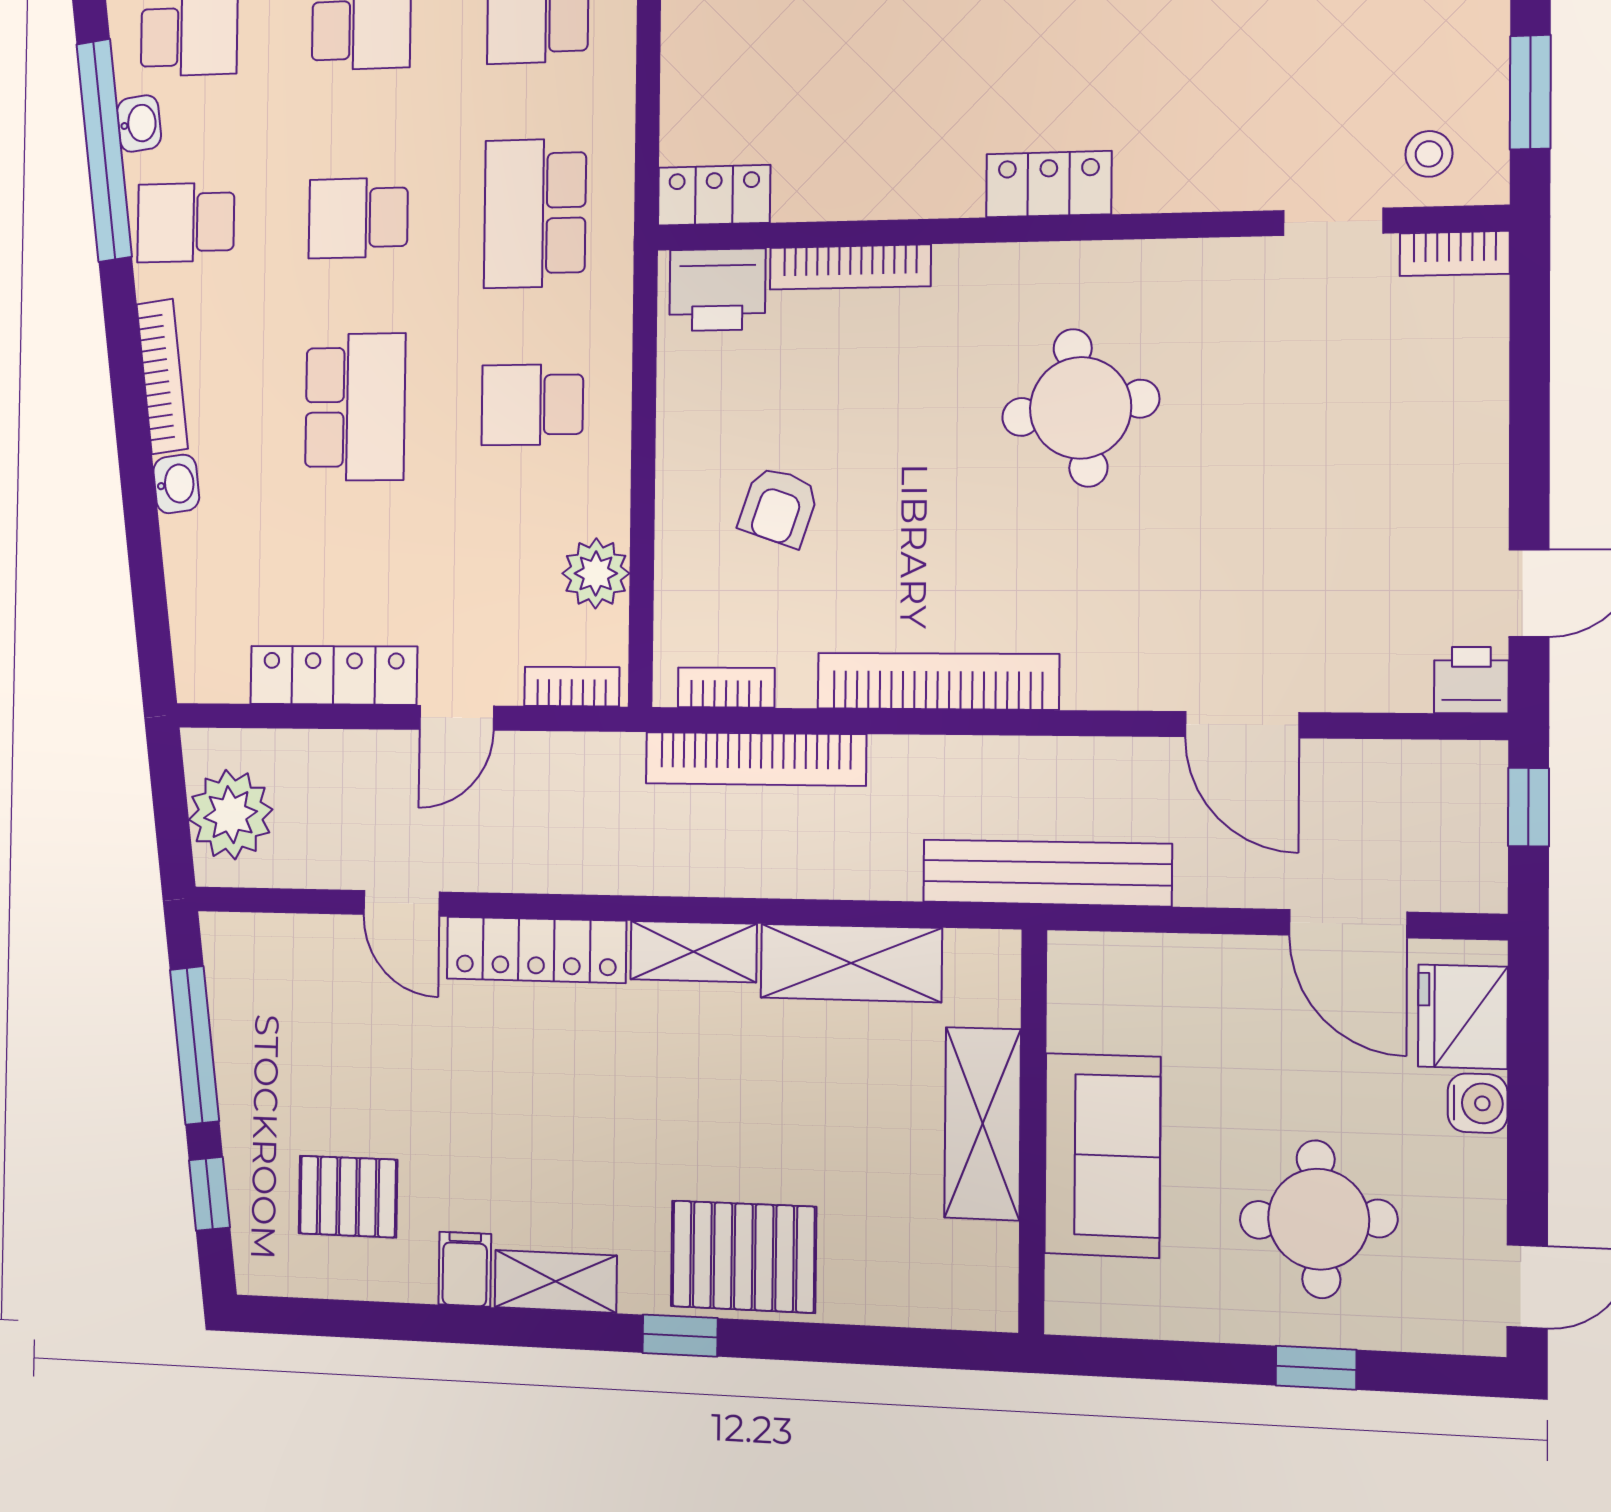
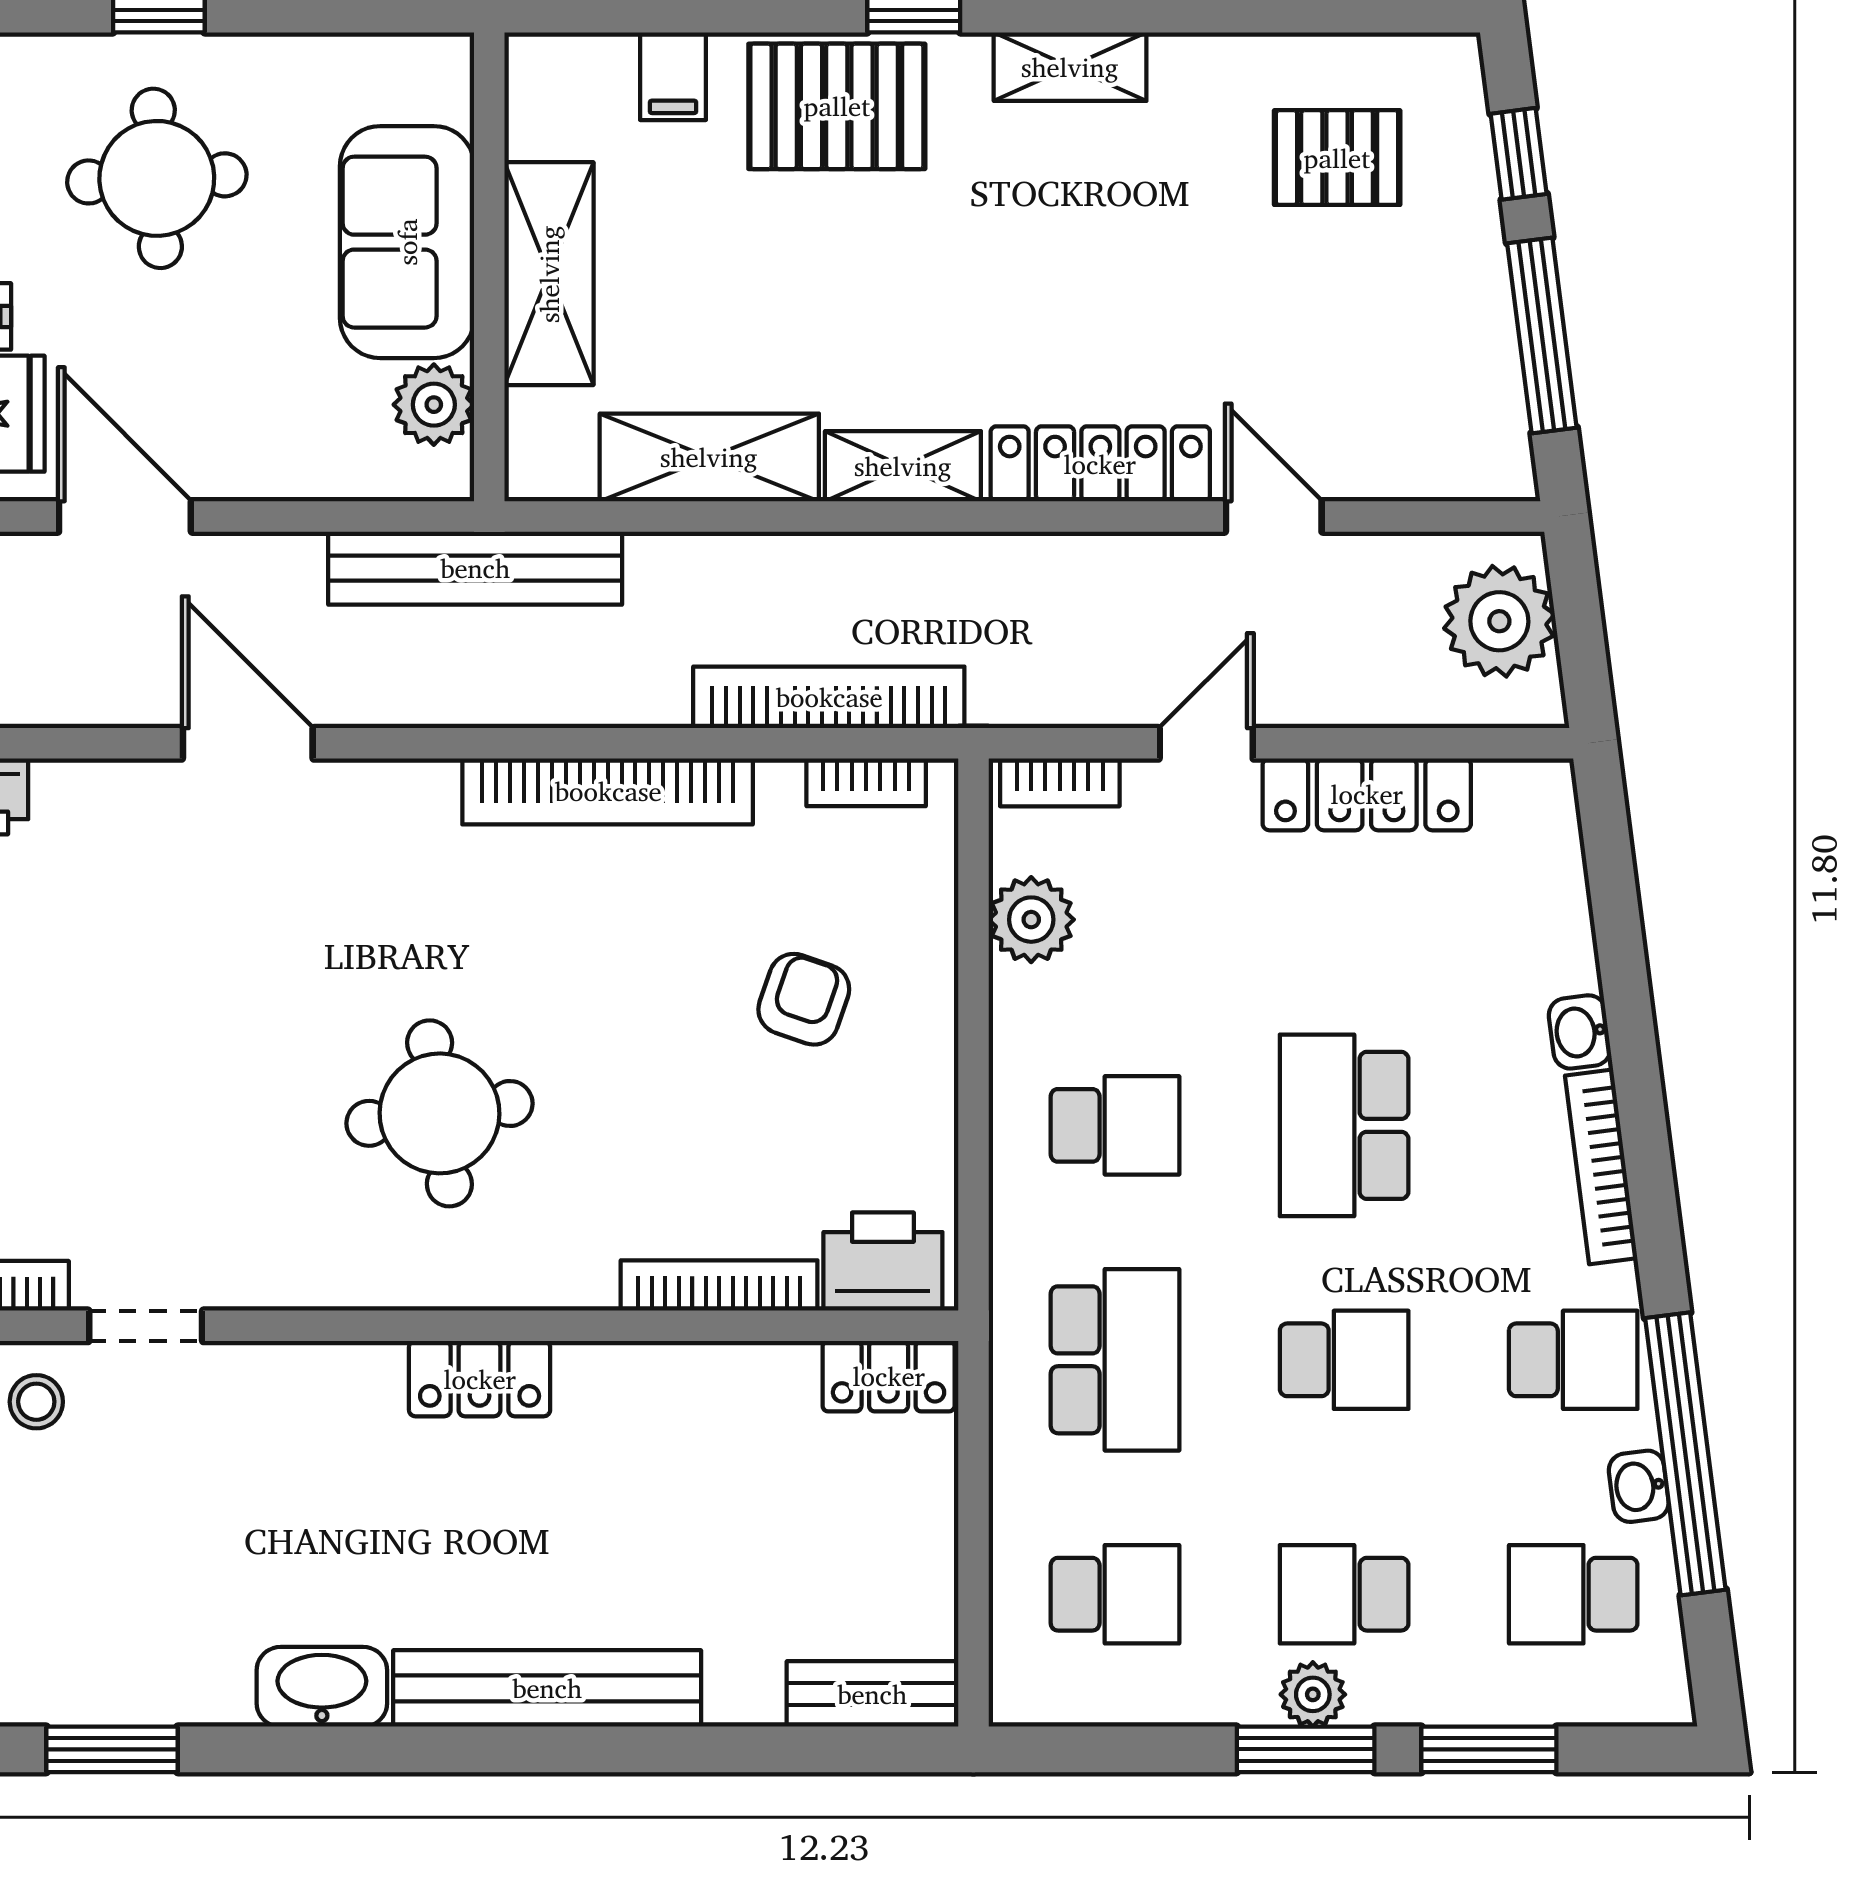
plant: (1081, 1014) -> (434, 405), added
filing cabinet: (465, 1269) -> (673, 76), moved

